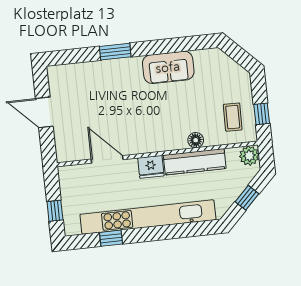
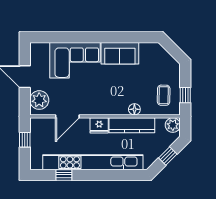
window: (115, 52) -> (82, 37), removed
corner sofa: (109, 83) -> (75, 60), added
plant: (67, 142) -> (39, 100), added
door: (107, 159) -> (67, 116), swing flipped
window: (55, 211) -> (25, 140), moved

